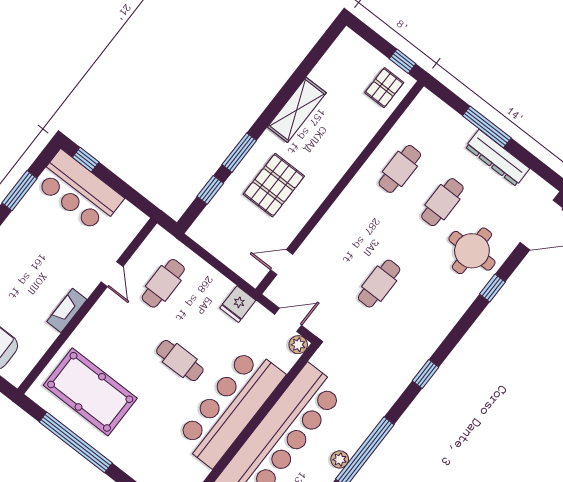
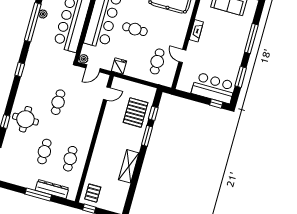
dresser: (498, 158) -> (52, 189), moved
pallet: (274, 185) -> (136, 113), moved
round table: (472, 251) -> (25, 119), moved

